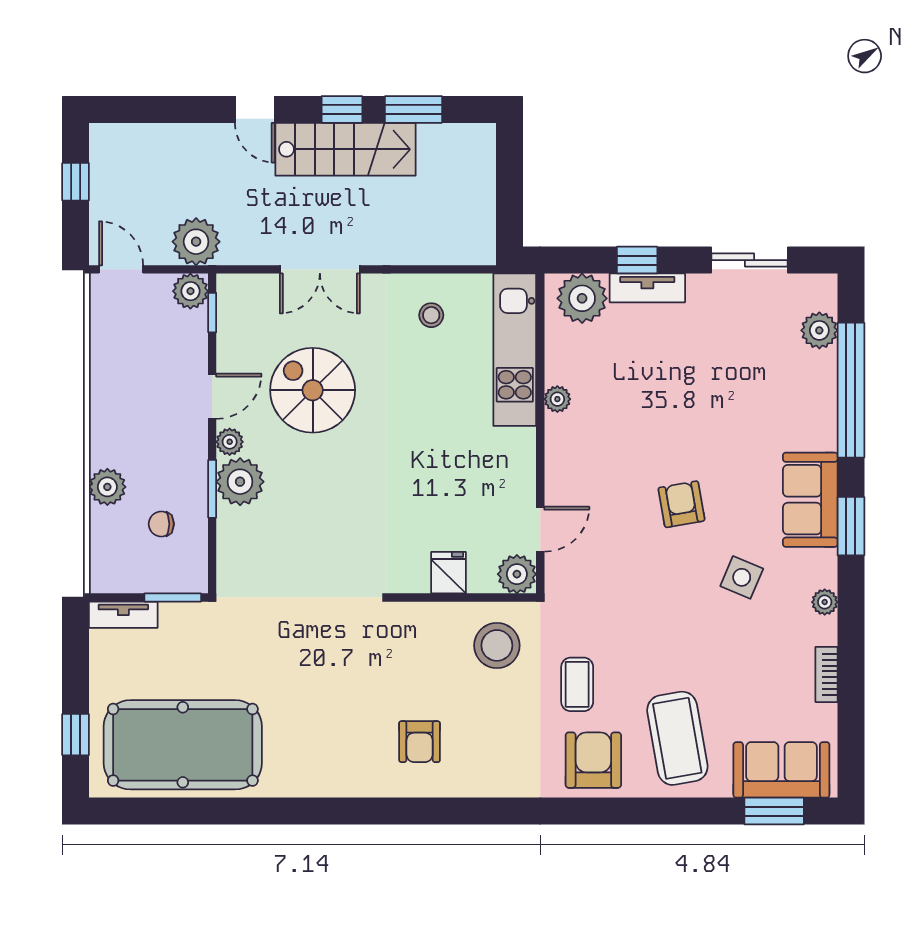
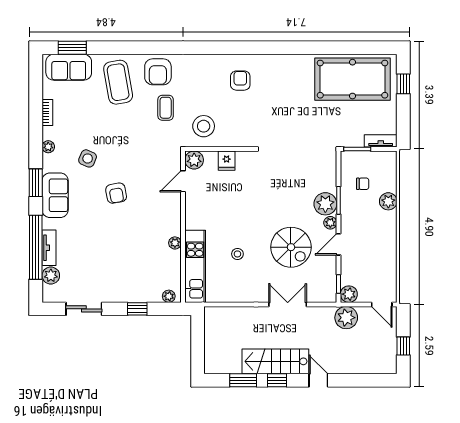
tv unit: (647, 288) -> (49, 248), moved, turned 90
plant: (582, 298) -> (169, 296), width x0.53, depth x0.53
stool: (431, 315) -> (237, 254), moved

